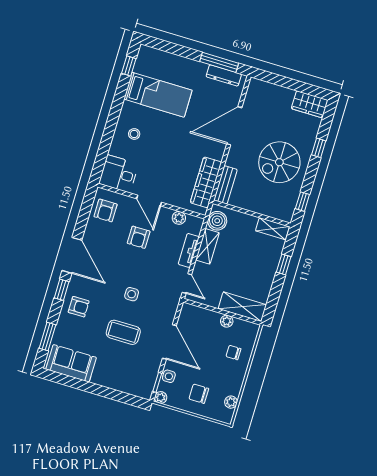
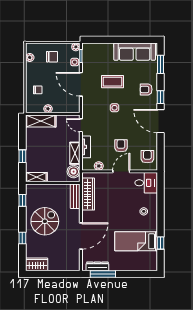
window: (129, 66) -> (160, 243), moved
door: (149, 201) -> (121, 171), hinge flipped
sofa: (71, 363) -> (135, 52), width x1.36

